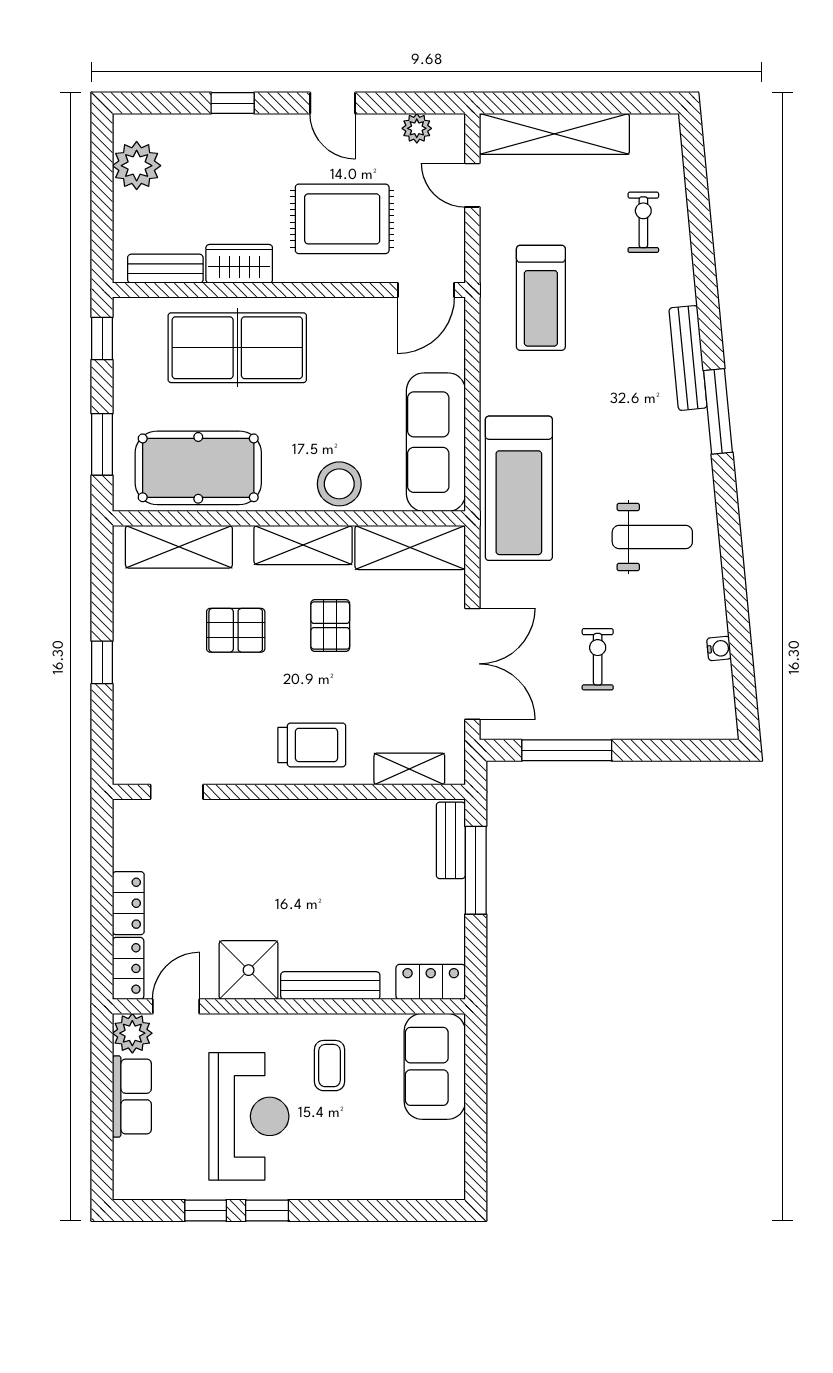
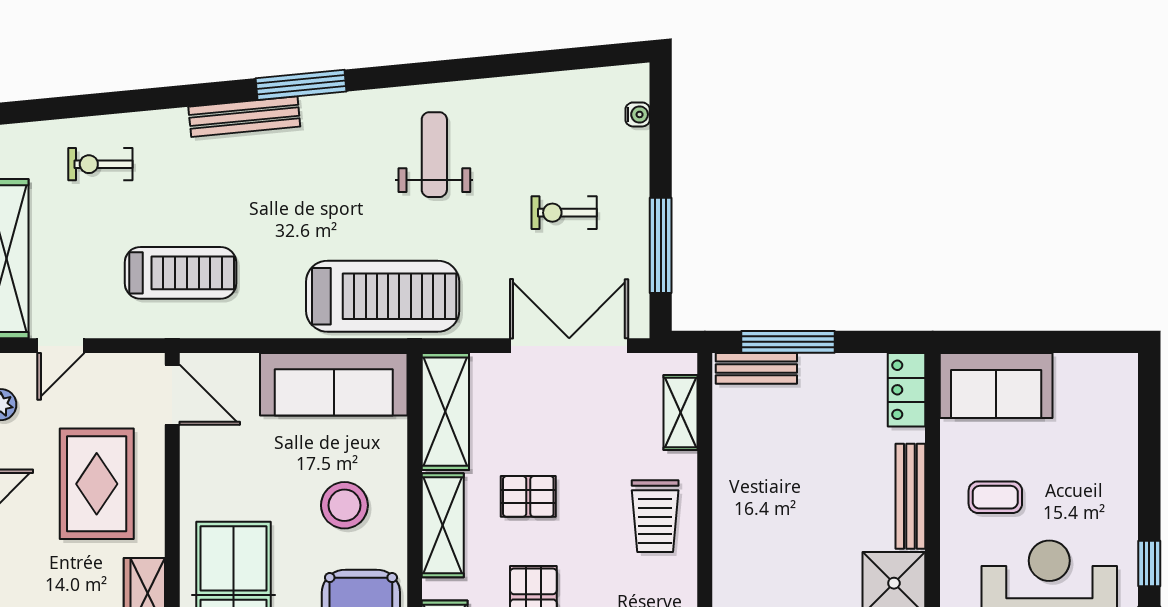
stool: (339, 484) -> (344, 505), moved
water cooler: (719, 648) -> (638, 114), moved, turned 95
trolley: (312, 745) -> (655, 516), turned 180

